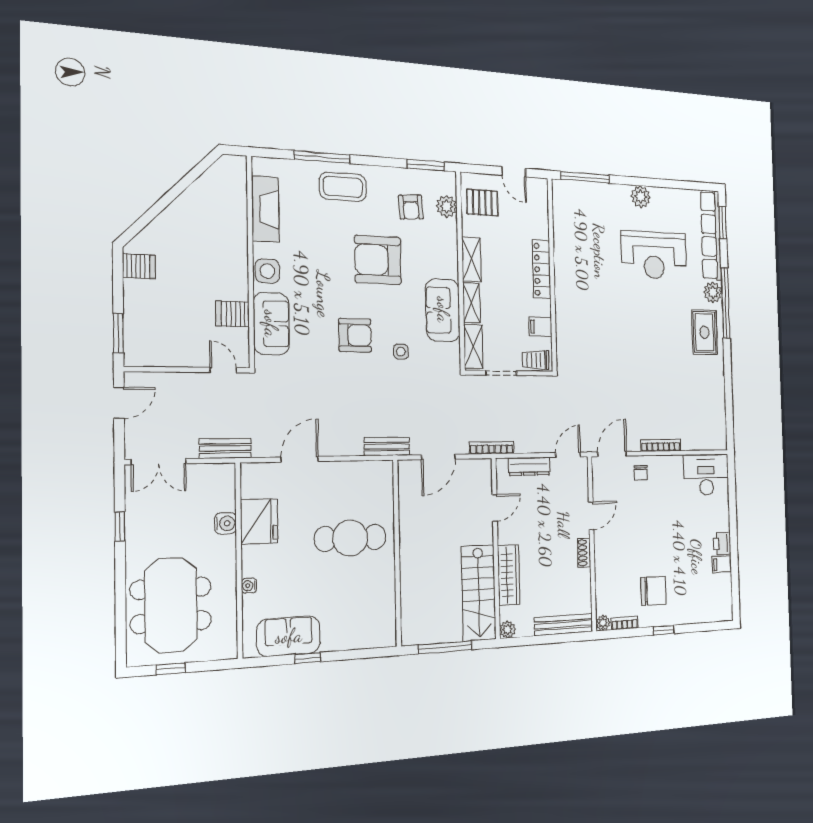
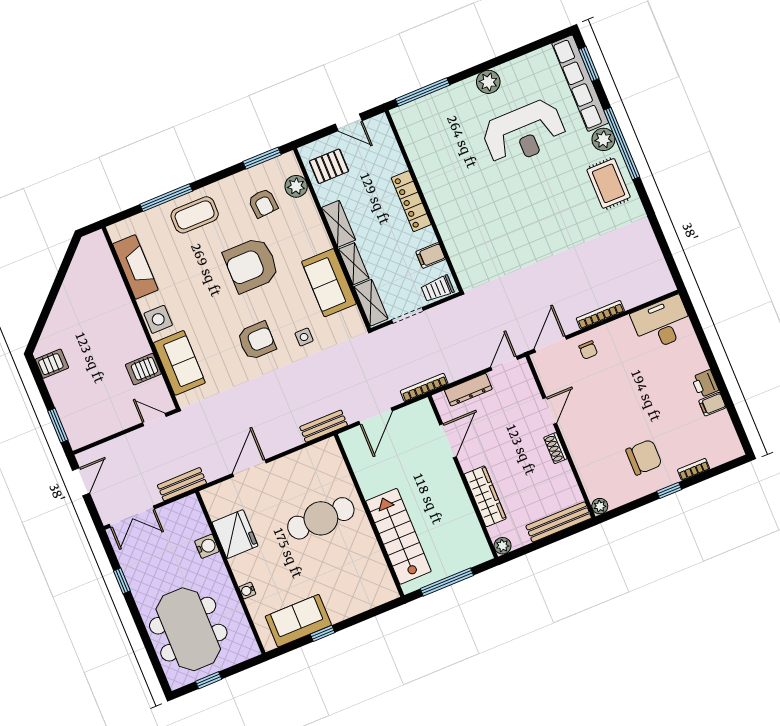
door: (495, 508) -> (448, 441), width x1.38
stairs: (479, 593) -> (398, 536), moved, turned 180
bookcase: (625, 623) -> (694, 469), moved

